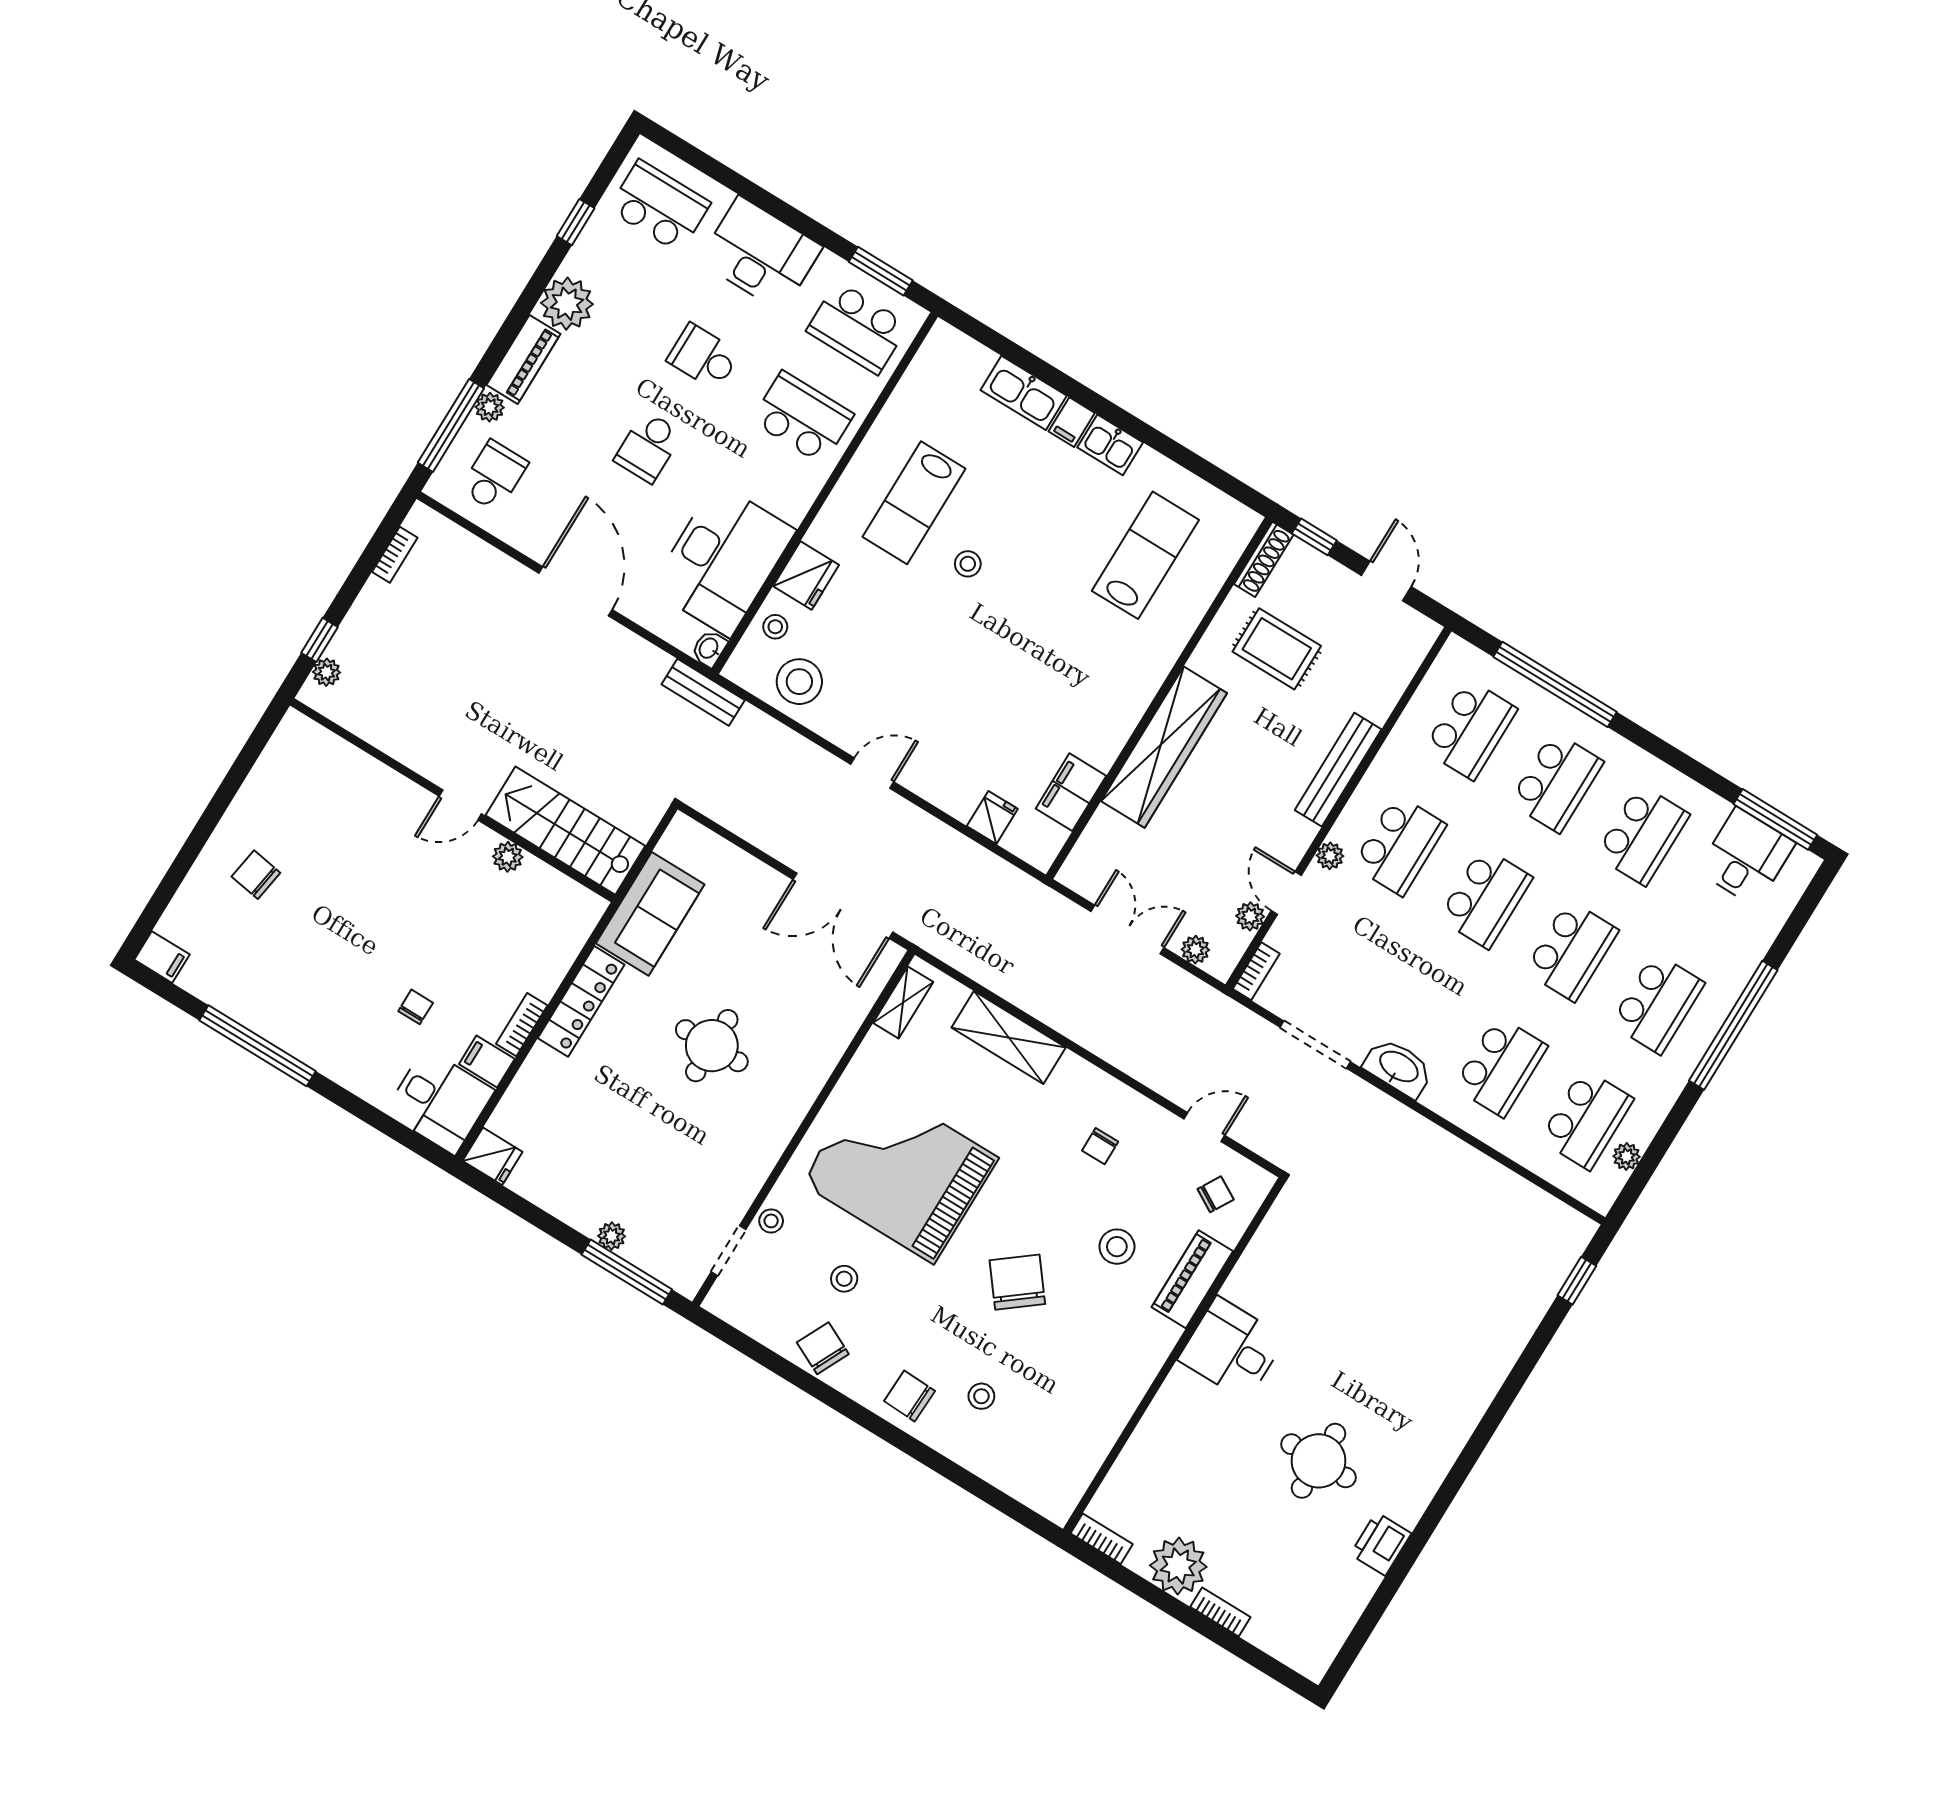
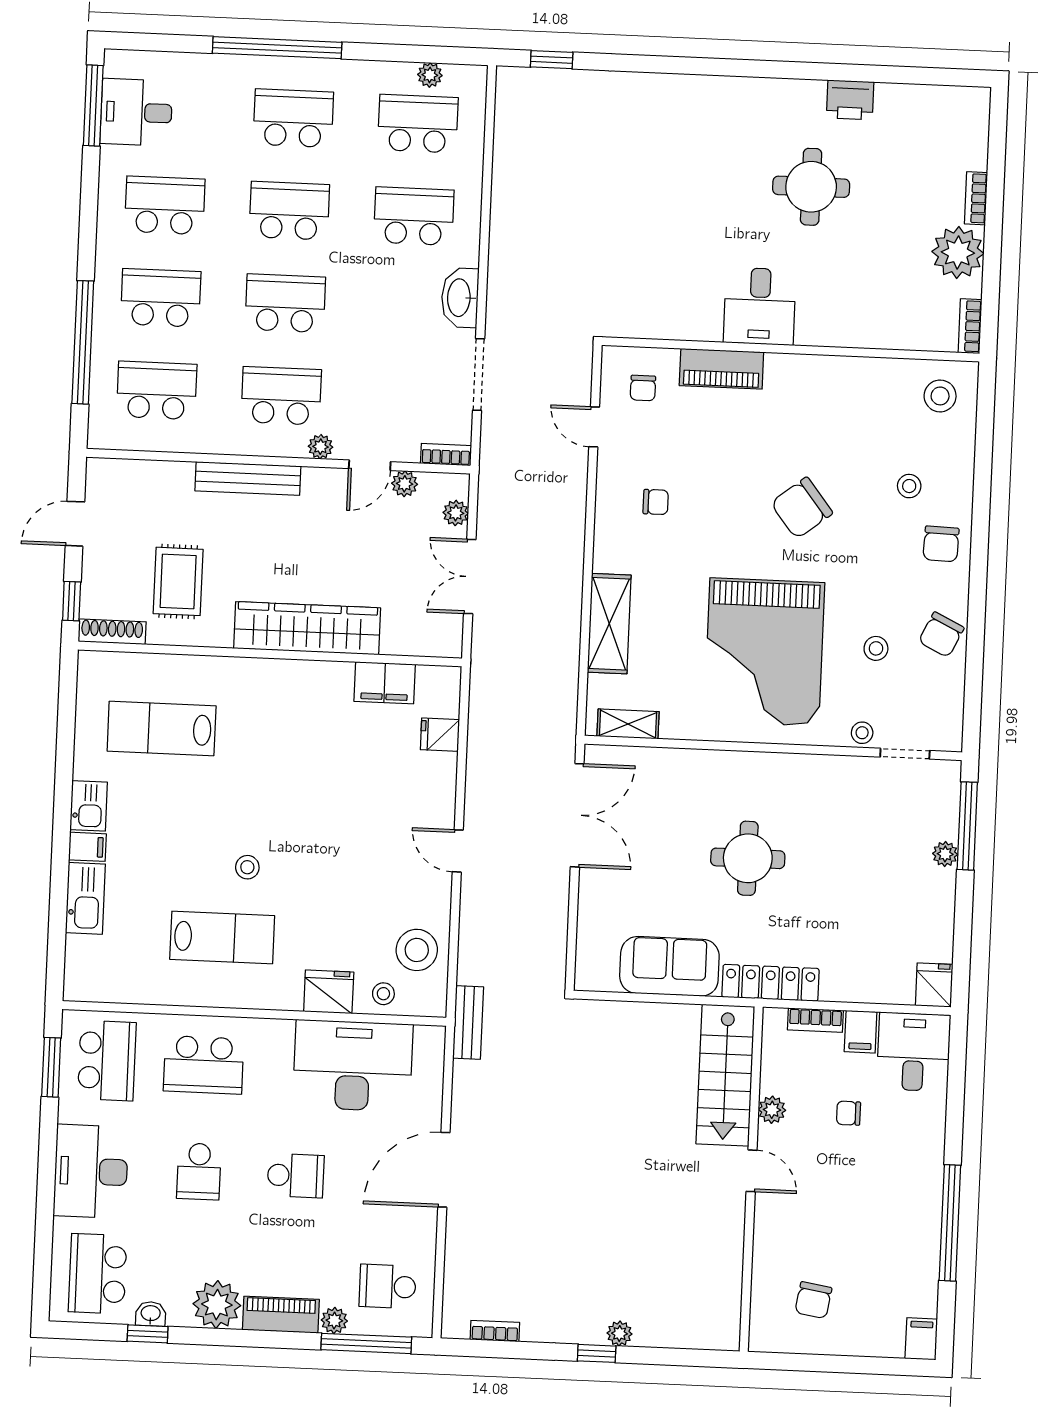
school desk: (802, 418) -> (204, 1065), turned -90
washbasin: (709, 648) -> (151, 1314), moved, turned 180
wall: (453, 800) -> (751, 1179), moved
door: (460, 805) -> (752, 1171), moved
stairs: (565, 831) -> (725, 1075), moved
plant: (508, 857) -> (772, 1110), moved
chair: (1216, 1194) -> (643, 388), turned -120
stool: (1117, 1247) -> (940, 396), moved

